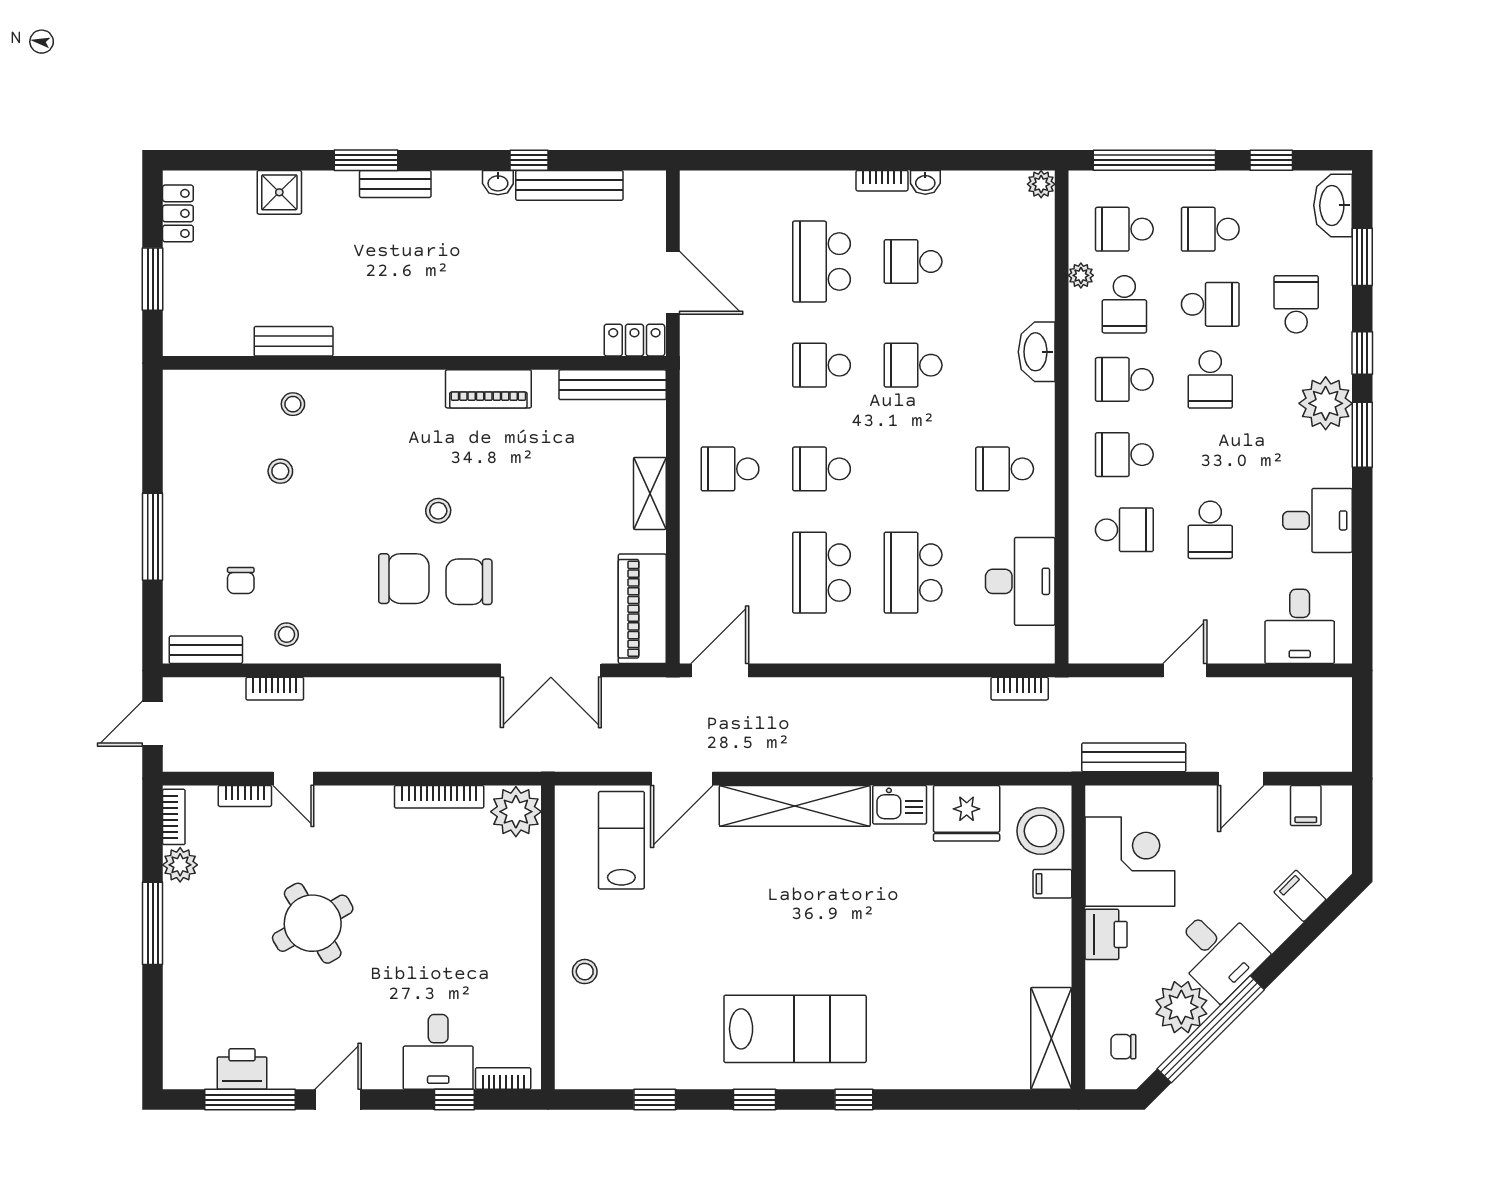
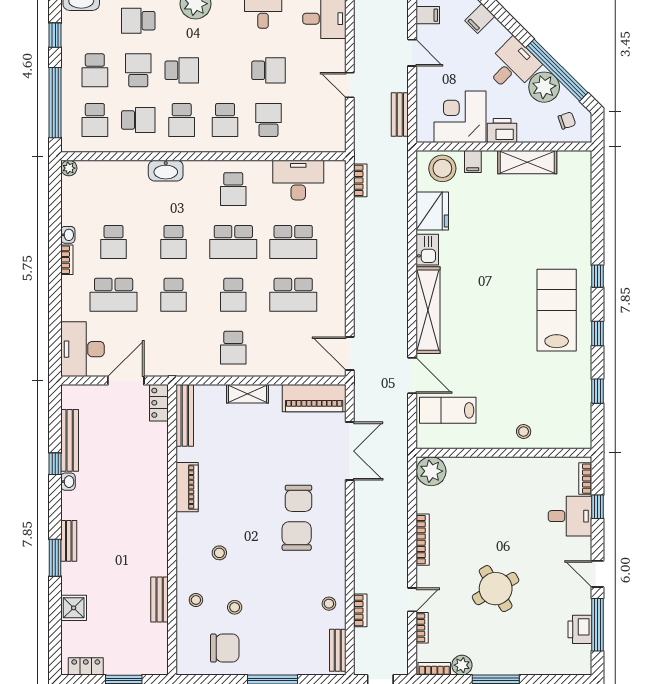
desk: (727, 208) -> (83, 349), added
plant: (1081, 275) -> (122, 145), removed
school desk: (913, 469) -> (233, 242), added
stool: (438, 511) -> (219, 553), moved
chair: (241, 580) -> (225, 648), moved, width x1.87, depth x1.87
bench: (1134, 757) -> (400, 114), width x0.73
bookcase: (439, 797) -> (423, 540), moved
shelving: (1051, 1038) -> (527, 162), moved
chair: (1123, 1047) -> (567, 120), turned -109

